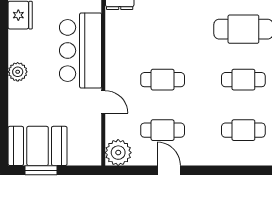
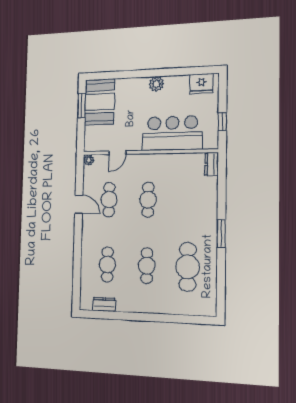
door: (103, 102) -> (117, 153), moved
plant: (118, 153) -> (89, 160), width x0.53, depth x0.53
door: (169, 170) -> (79, 204), hinge flipped

